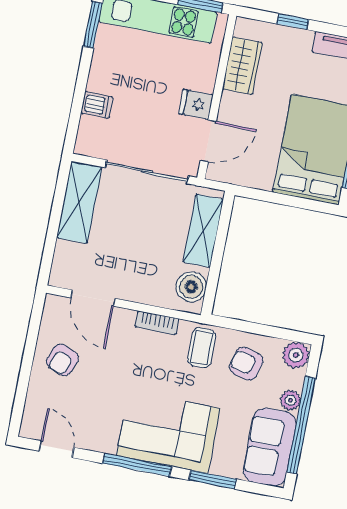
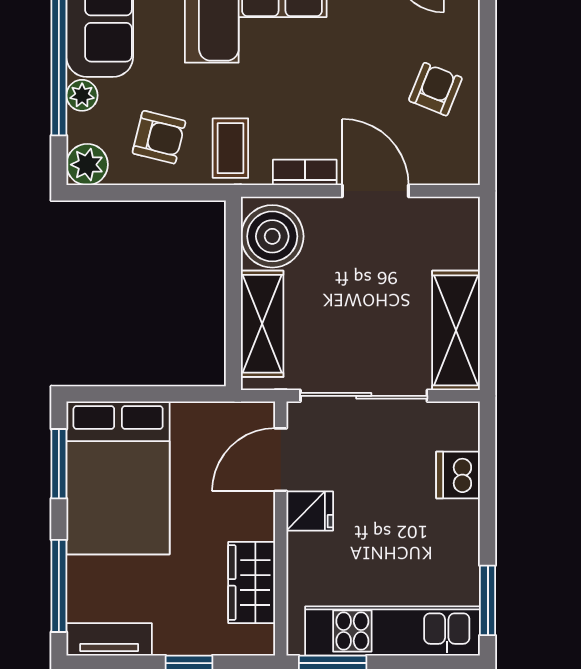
dishwasher: (97, 105) -> (458, 475), width x1.38
boiler: (191, 287) -> (272, 236), width x1.37, depth x1.37
door: (93, 298) -> (375, 191), moved

